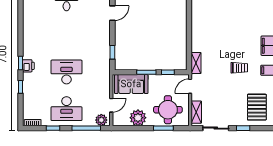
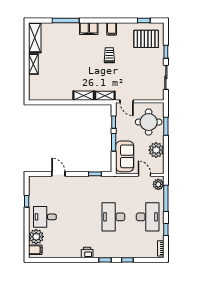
printer: (28, 66) -> (87, 253), moved
shelving: (196, 112) -> (84, 96), moved

